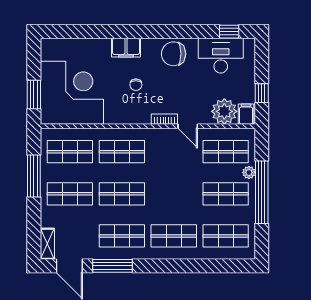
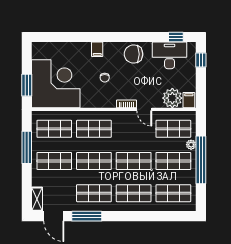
filing cabinet: (126, 48) -> (97, 49), width x0.50
window: (262, 93) -> (201, 60), moved
shop shelf: (174, 194) -> (134, 161), added

